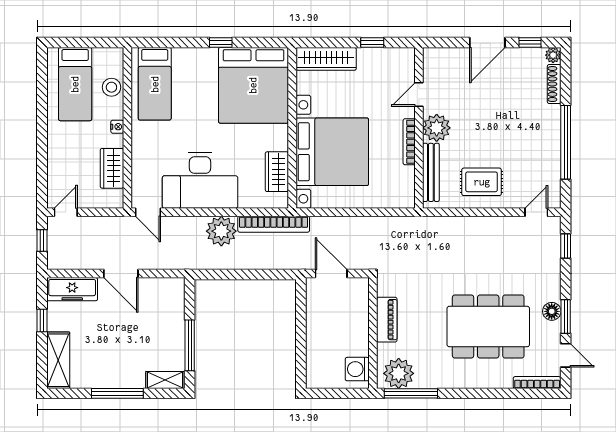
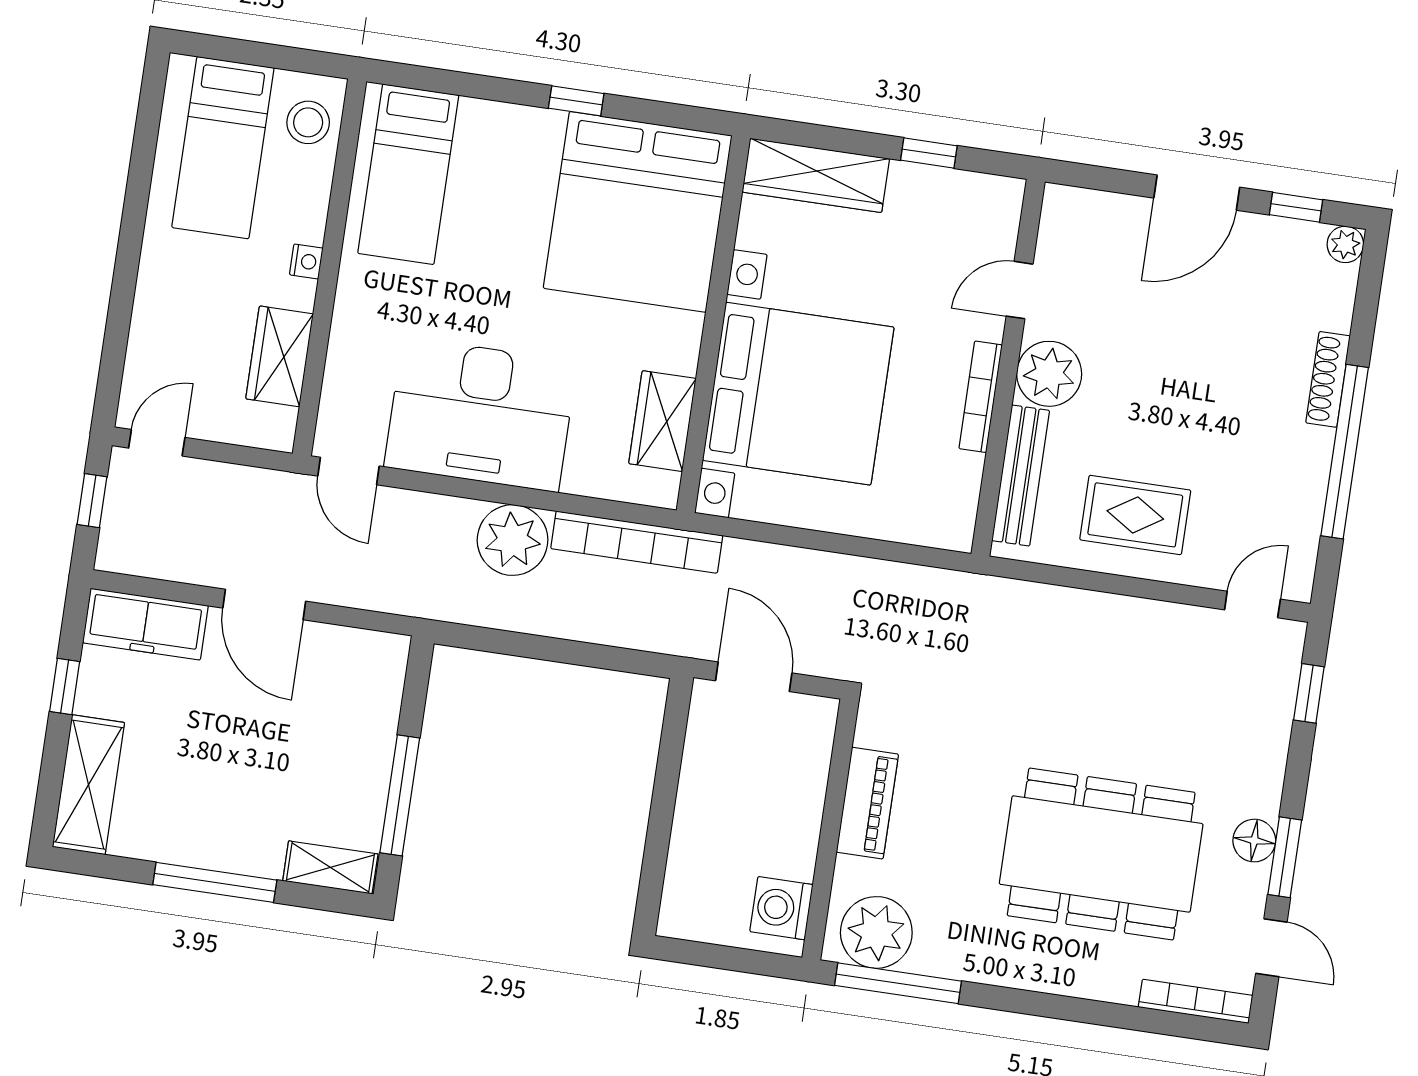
shoe rack: (554, 84) -> (1328, 379), moved
stool: (111, 87) -> (308, 122), moved

